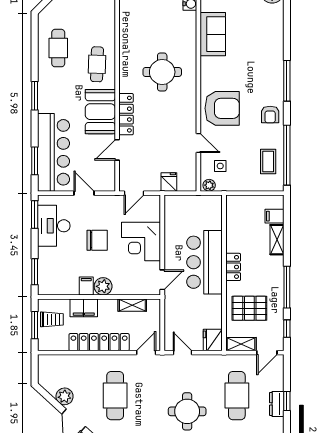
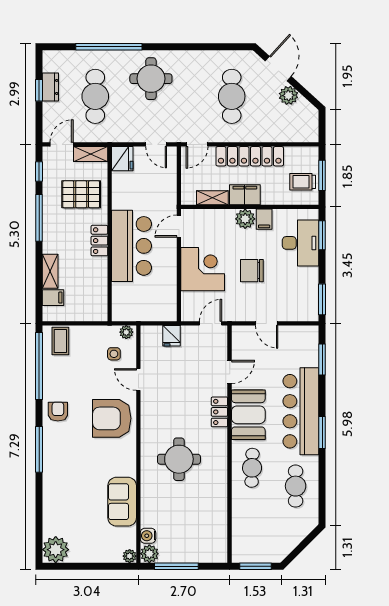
locker: (126, 114) -> (219, 412), width x0.66
bar counter: (53, 152) -> (301, 411), moved
coffee table: (268, 162) -> (60, 341), moved
desk: (54, 226) -> (301, 243), moved
filing cabinet: (84, 308) -> (245, 195), moved

